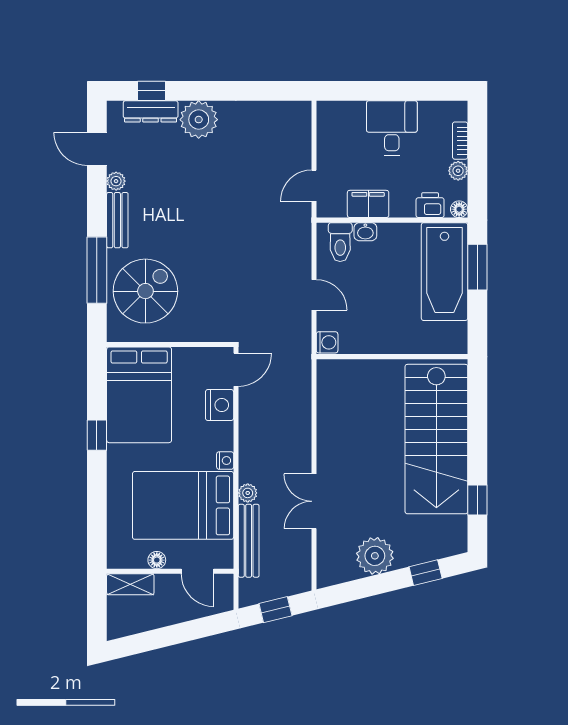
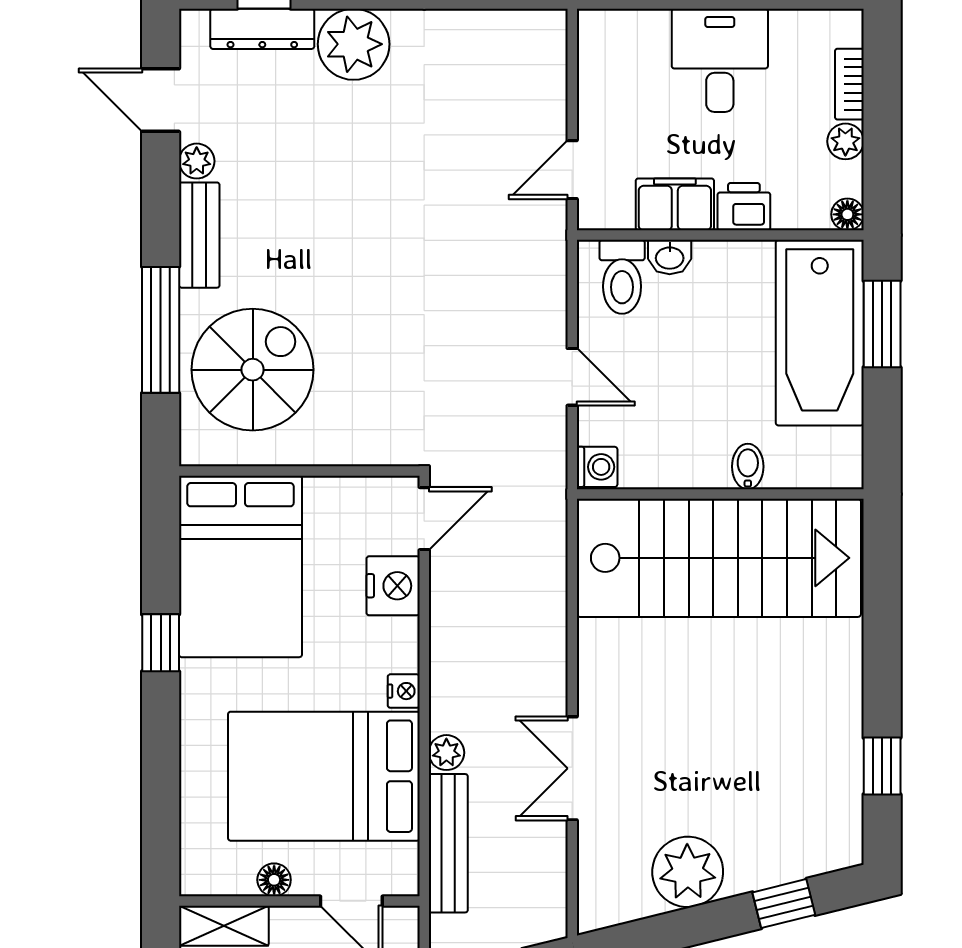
printer: (430, 205) -> (744, 207), moved
bidet: (407, 342) -> (748, 467), added
stairs: (436, 439) -> (719, 558), moved, turned -90

